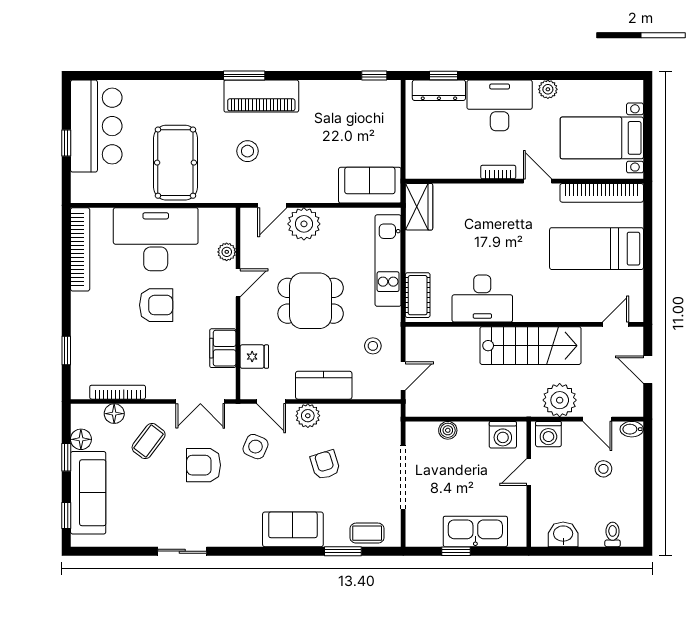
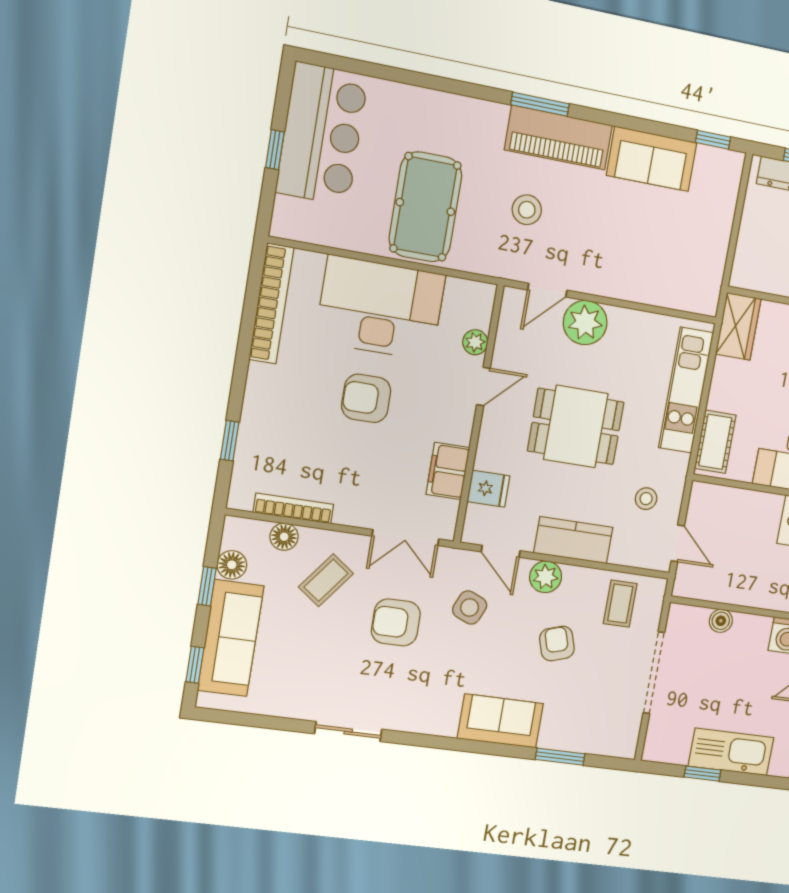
sofa: (370, 185) -> (652, 159), moved, turned 180
armchair: (156, 305) -> (366, 398), turned 180
door: (403, 376) -> (678, 543), hinge flipped
coffee table: (367, 533) -> (620, 604), moved, turned 90

